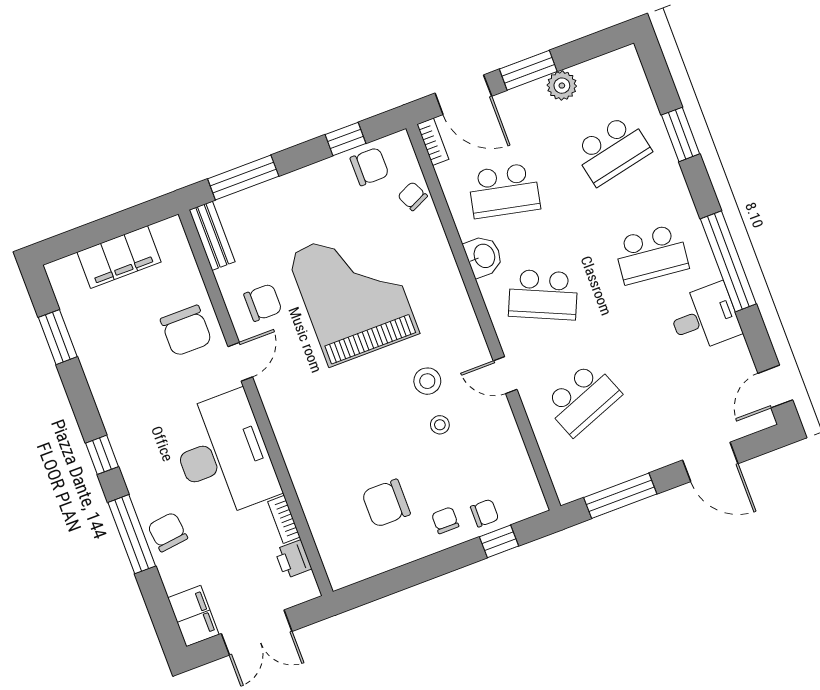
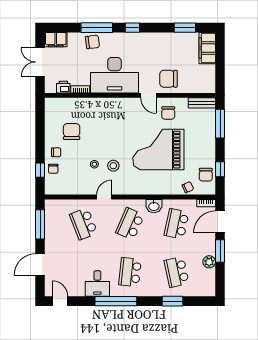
filing cabinet: (119, 257) -> (207, 48), moved
grand piano: (353, 294) -> (158, 150), turned 180

